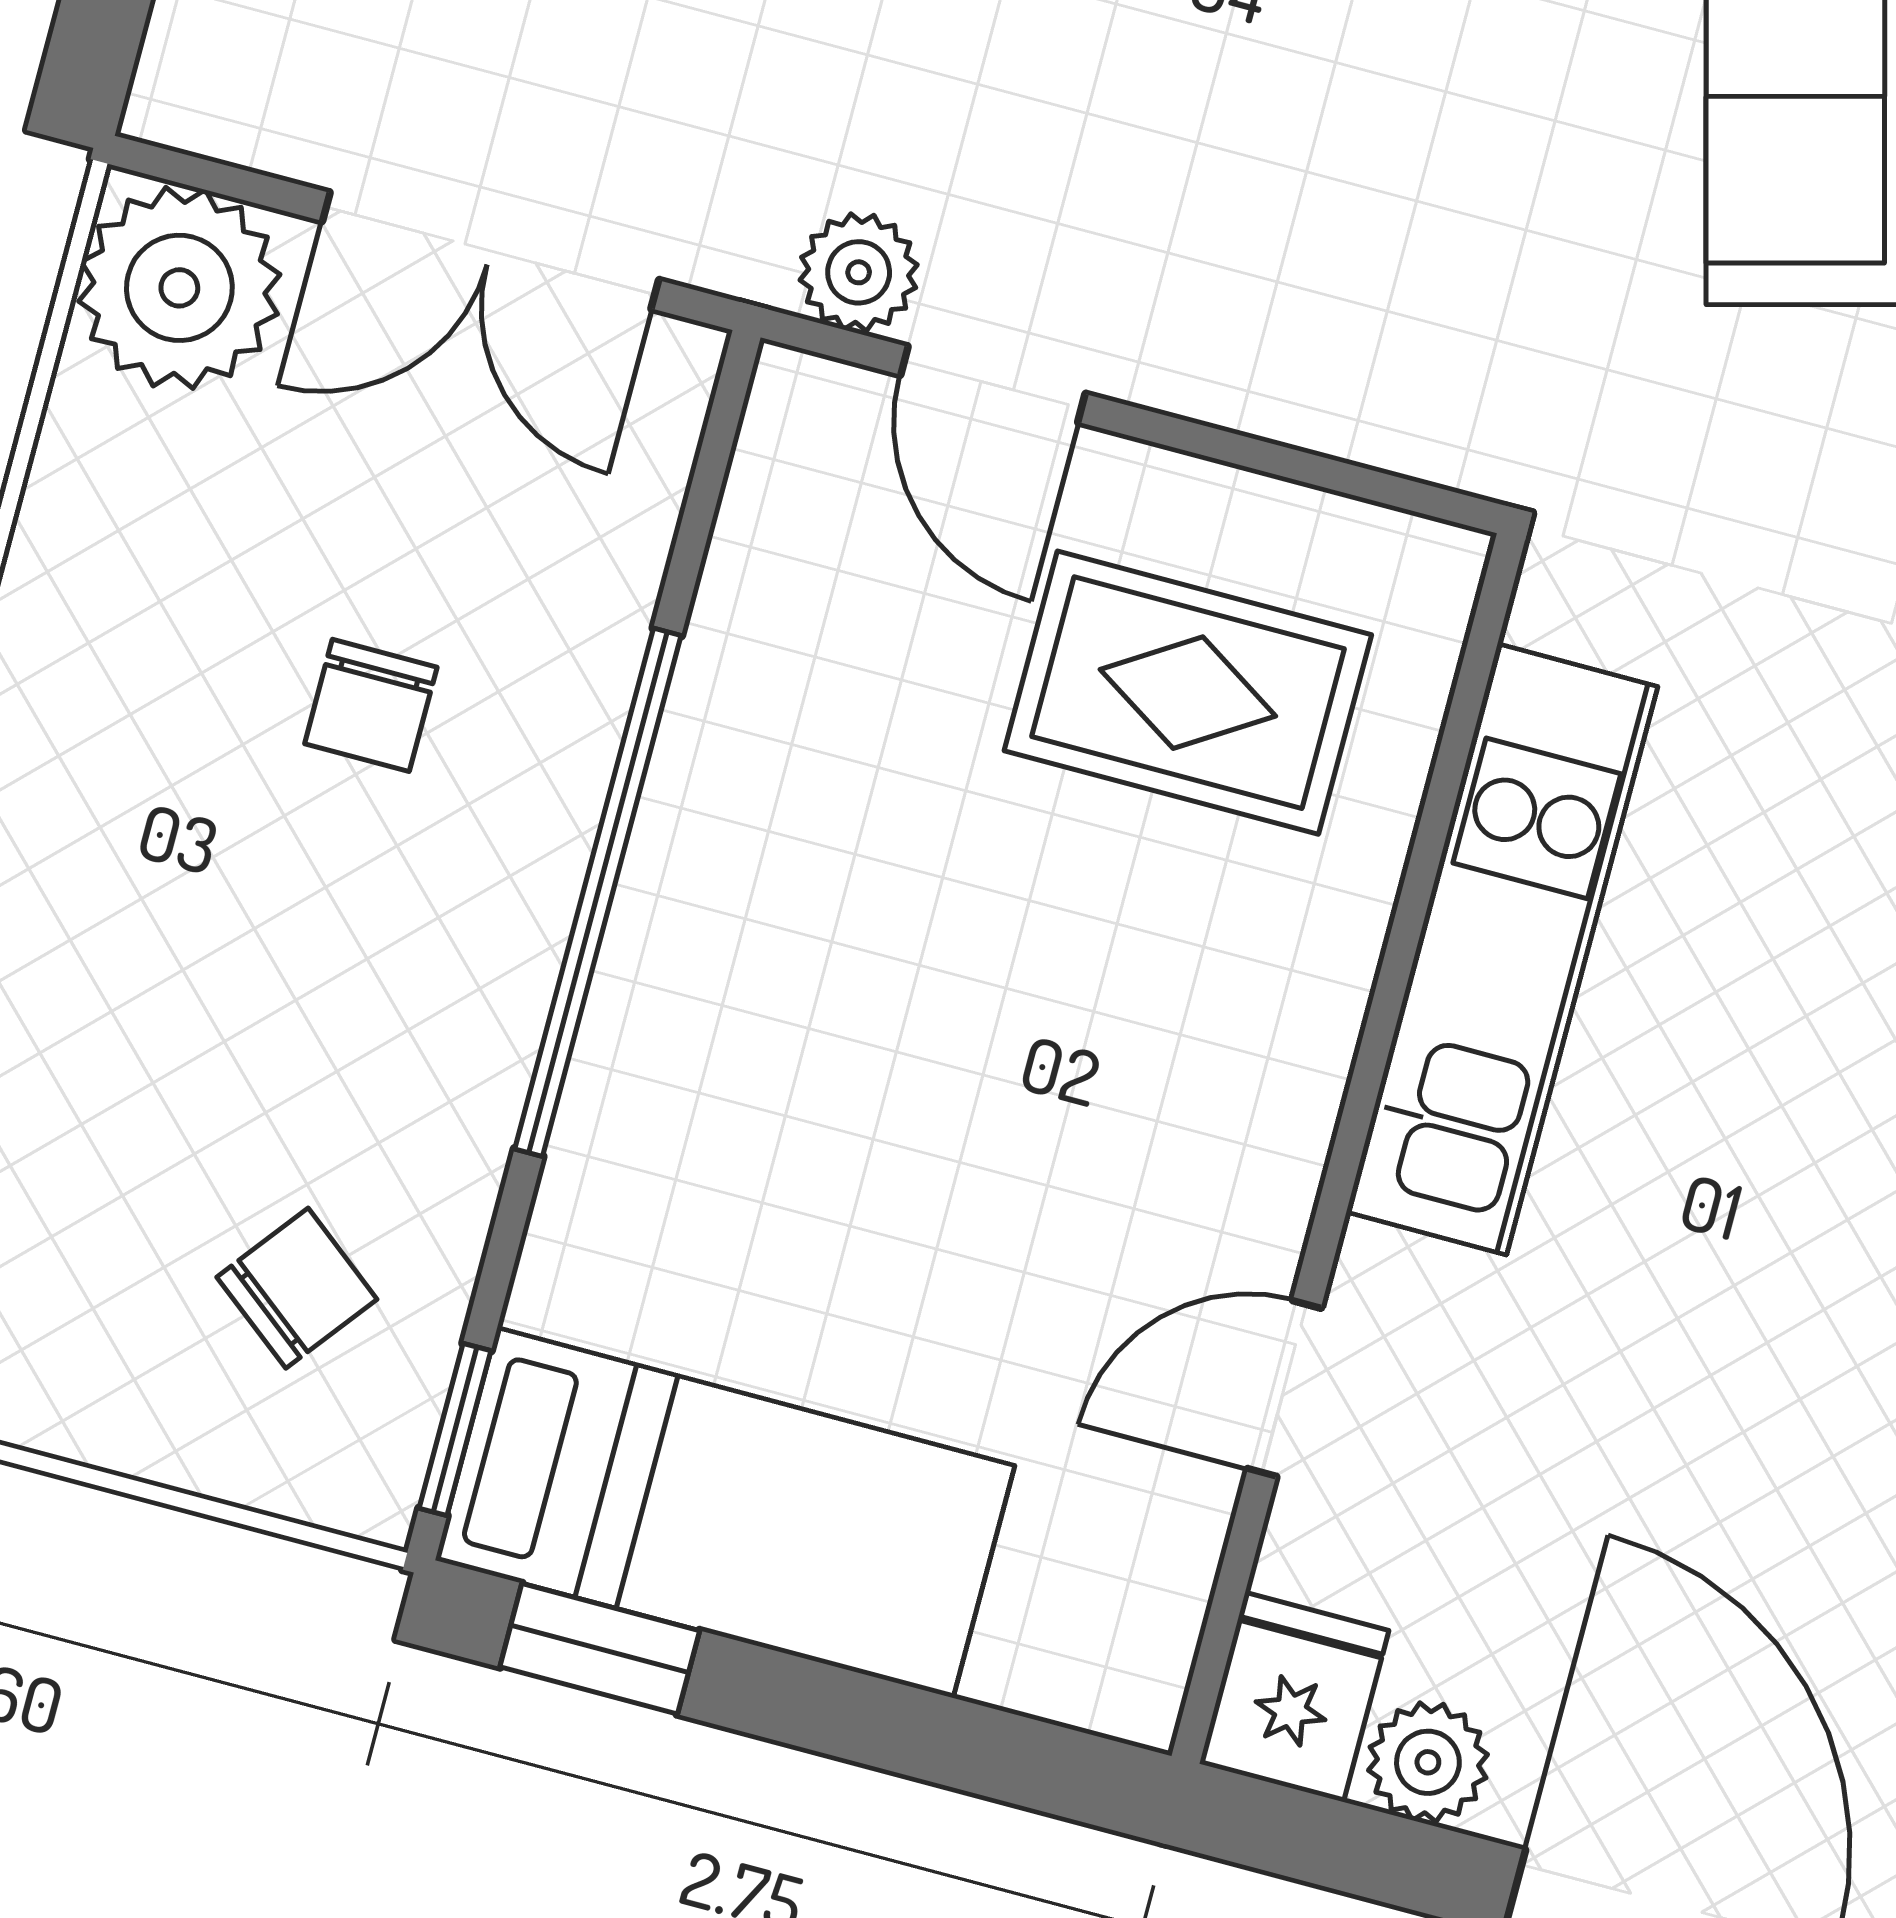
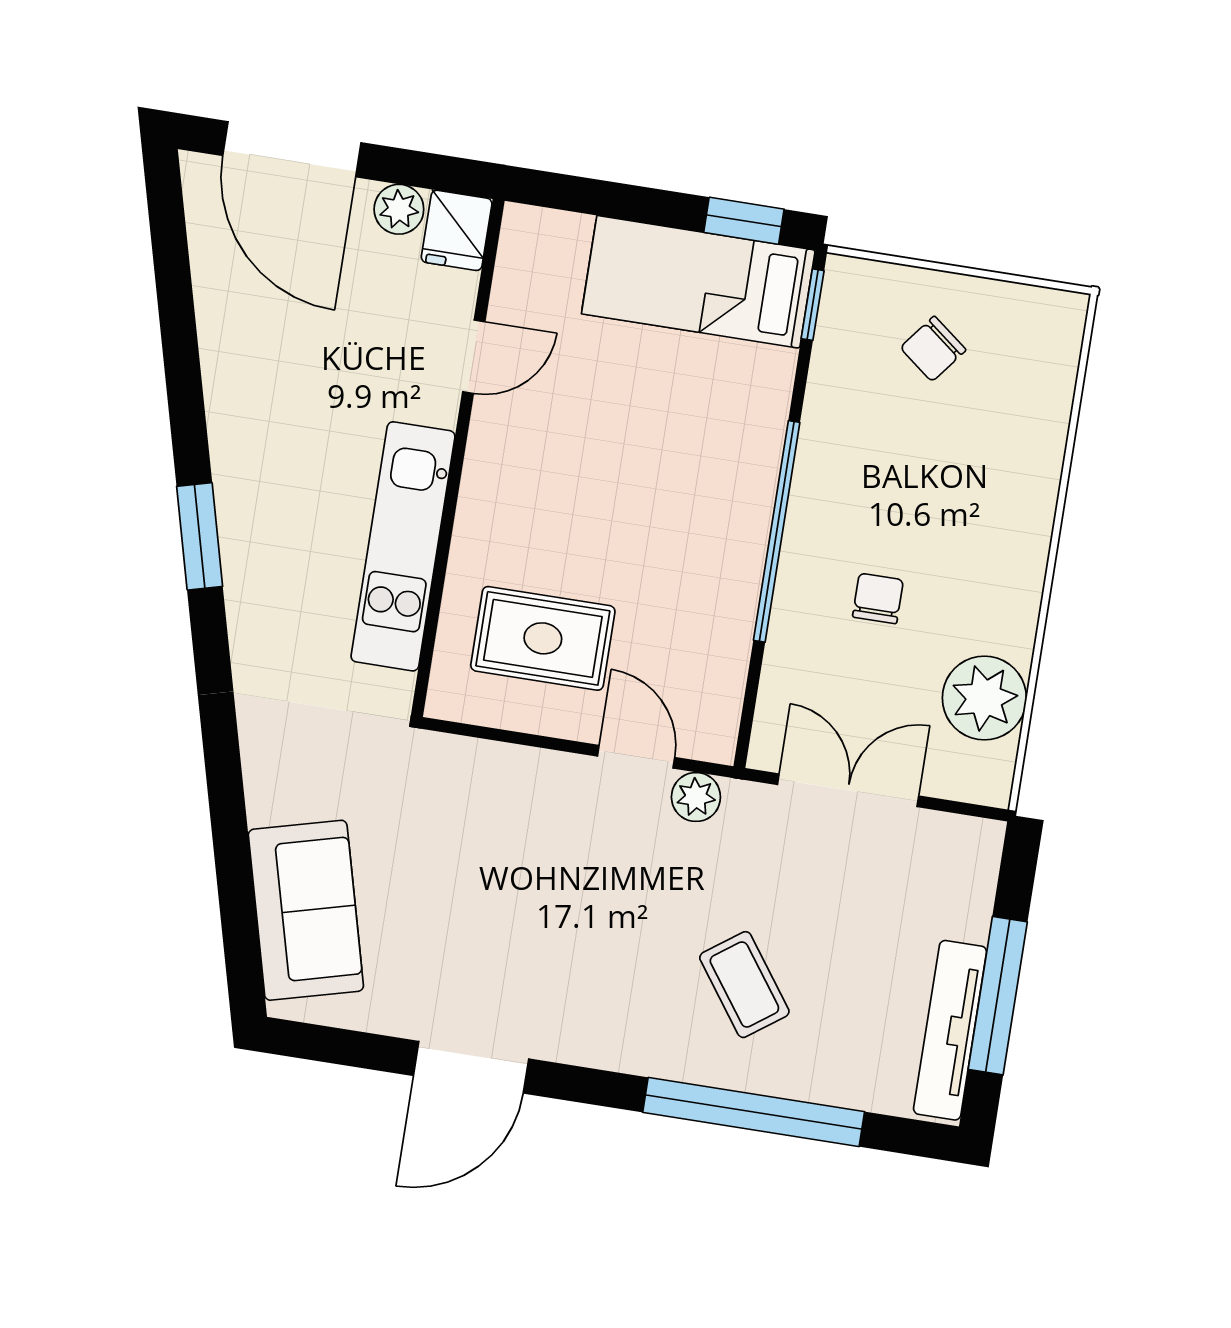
plant: (179, 288) -> (984, 698), moved
chair: (297, 1288) -> (933, 349), moved

